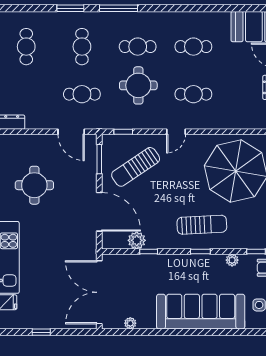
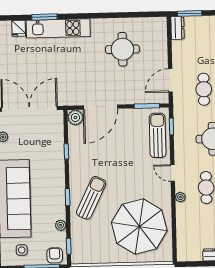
plant: (204, 124) -> (180, 197), added
sun lounger: (136, 167) -> (158, 135), moved, turned 34
sun lounger: (202, 225) -> (91, 198), turned -151
plant: (137, 240) -> (75, 118), moved

